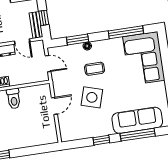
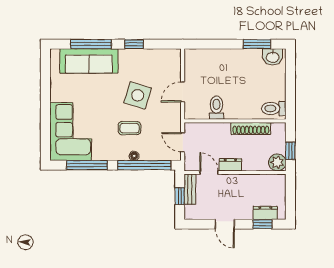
window: (78, 39) -> (144, 165), width x2.11
toilet: (14, 99) -> (216, 108), moved

